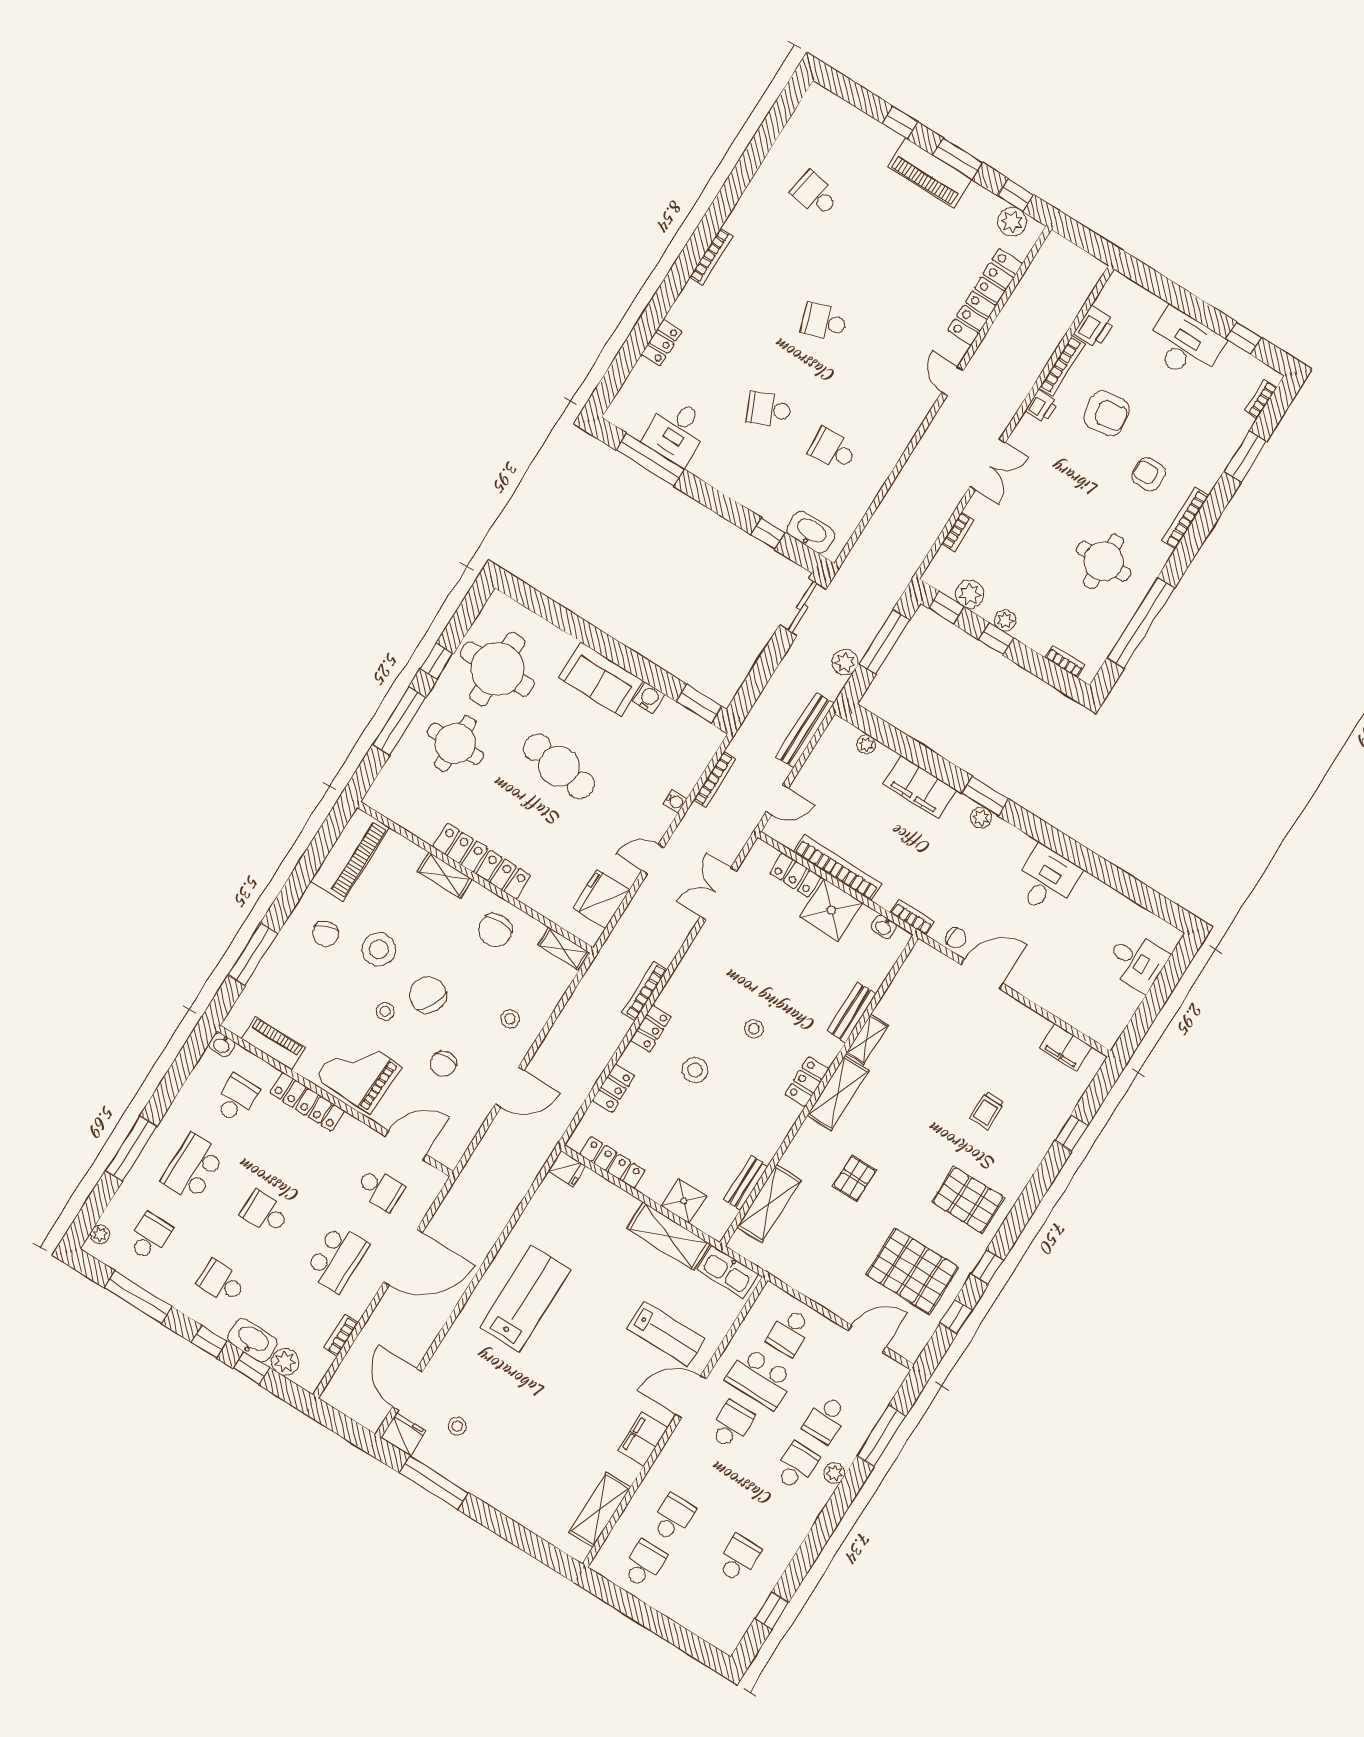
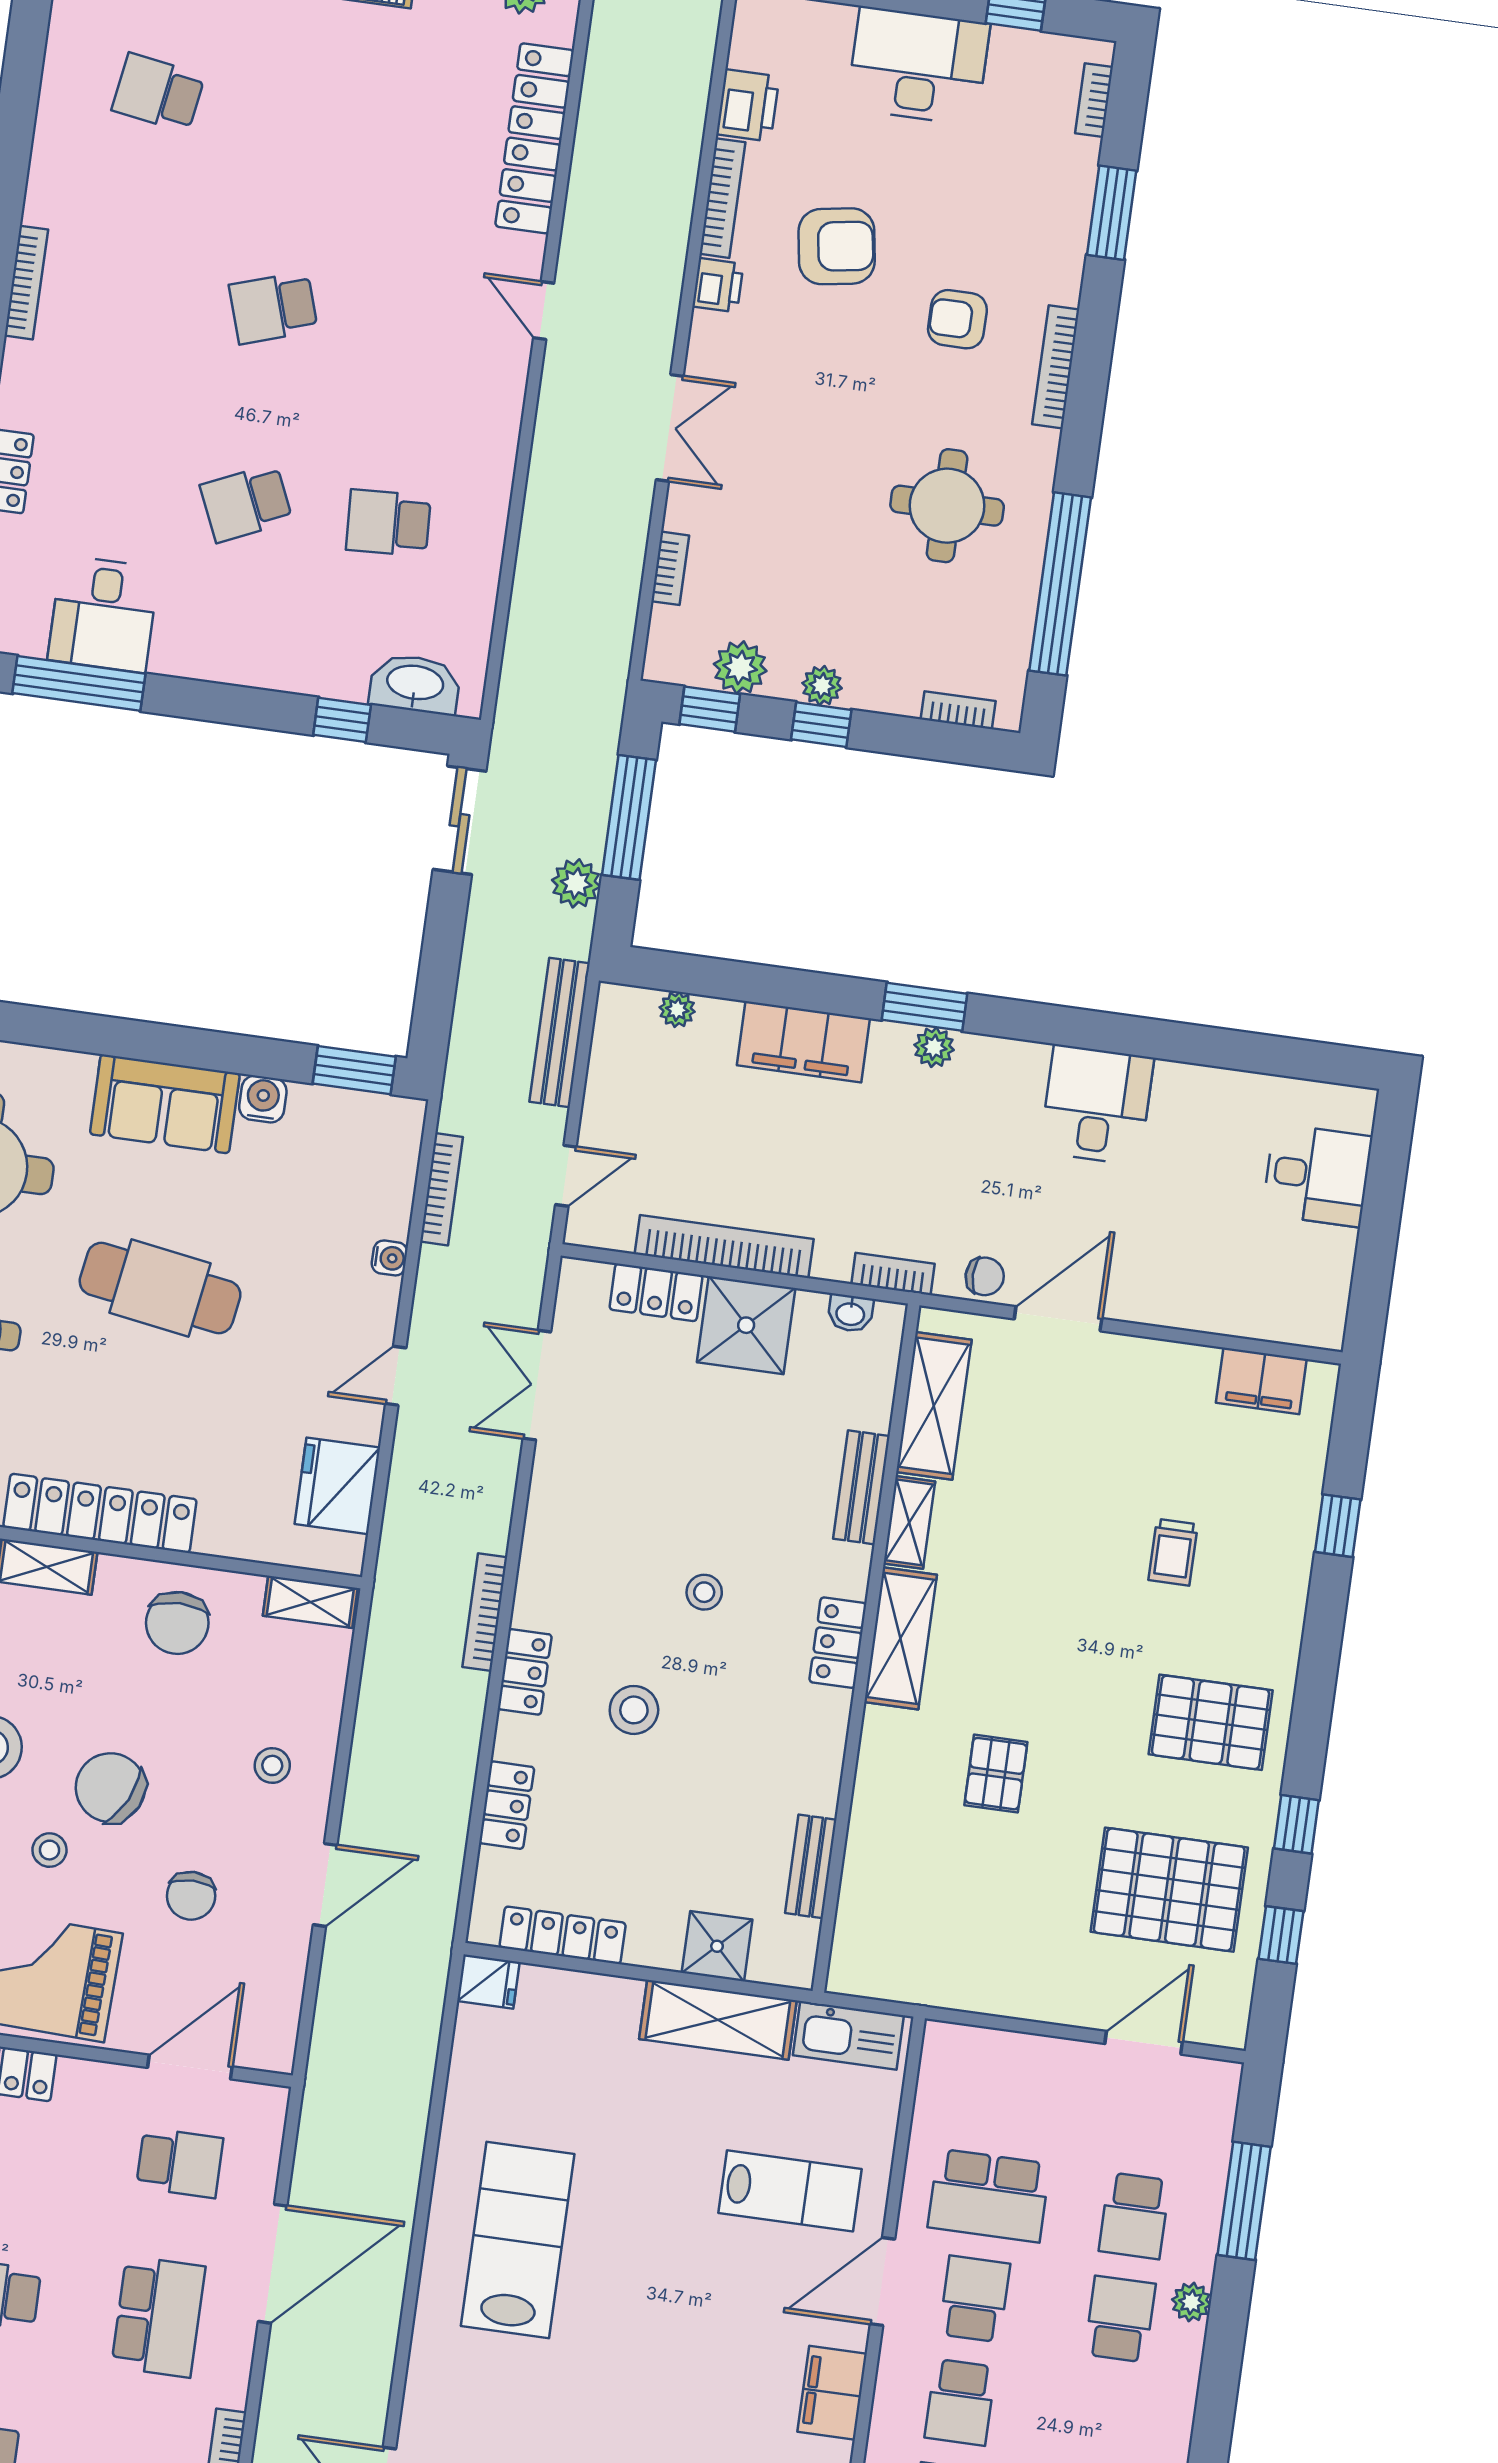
shelving: (769, 1204) -> (934, 1406), moved
school desk: (789, 1332) -> (960, 2402), moved

